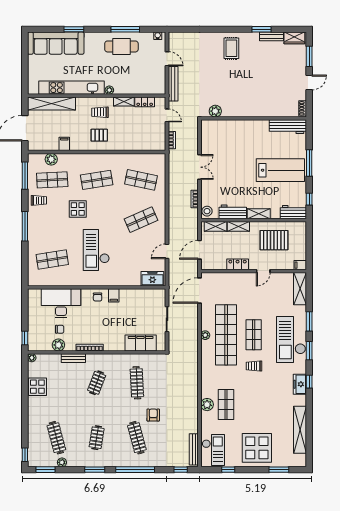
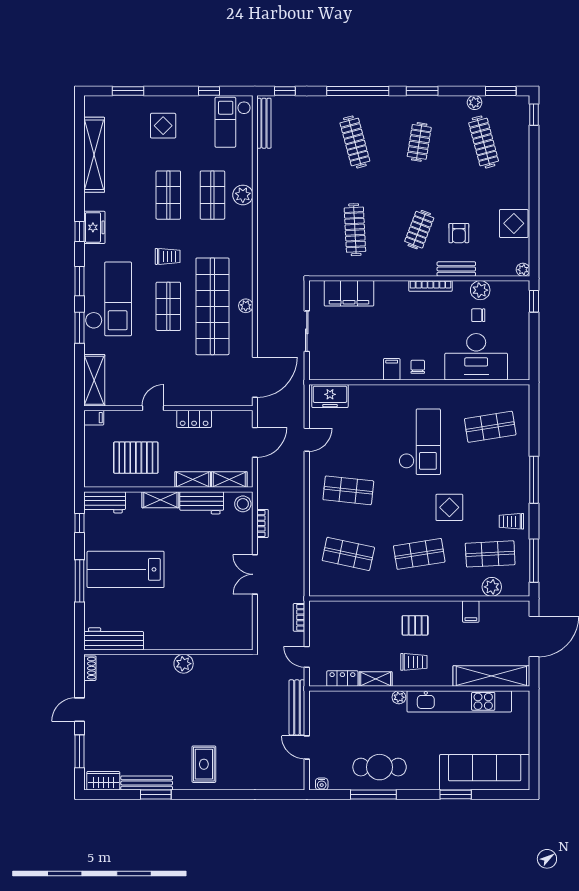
bench: (271, 36) -> (147, 783), width x1.36
plant: (215, 111) -> (184, 664), moved
shop shelf: (141, 220) -> (348, 490), turned 30
shop shelf: (254, 404) -> (168, 195), added
armchair: (153, 415) -> (459, 233), moved
display table: (257, 448) -> (163, 126), width x0.54, depth x0.54

